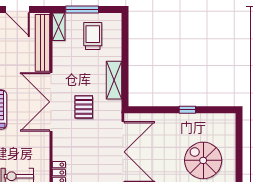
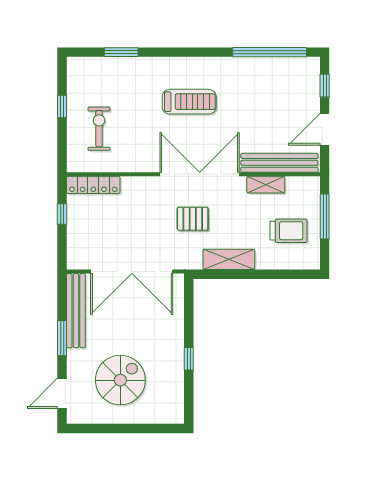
shelving: (59, 27) -> (266, 185), moved

